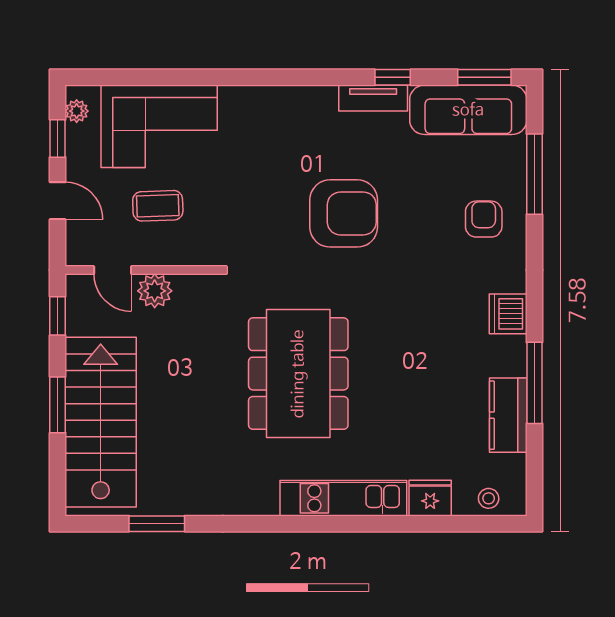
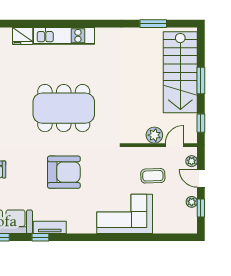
plant: (77, 111) -> (192, 202), moved
corner sofa: (159, 126) -> (125, 214), moved
armchair: (344, 213) -> (64, 172), turned 180
plant: (77, 236) -> (192, 161), added
door: (113, 270) -> (175, 145), hinge flipped
dining table: (298, 374) -> (64, 108), moved, turned 90

